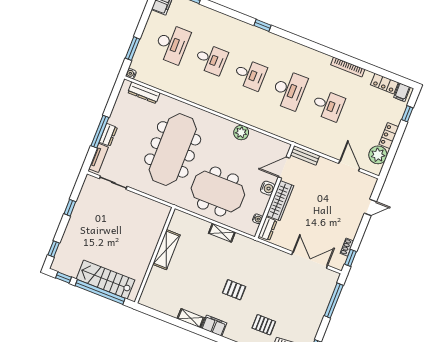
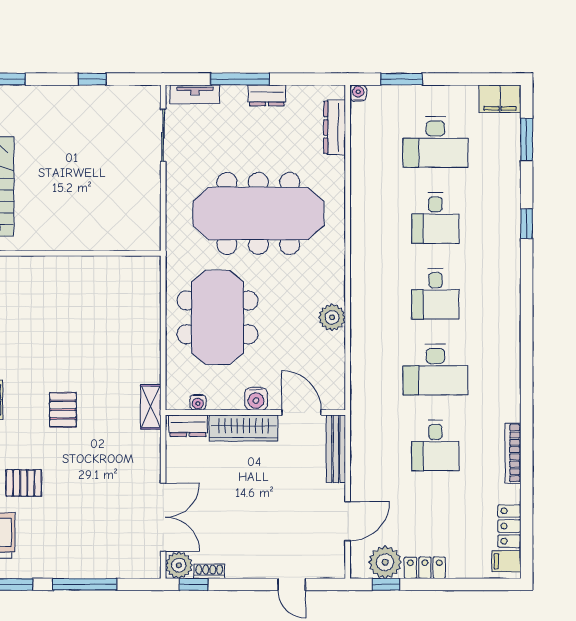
window: (263, 25) -> (527, 224), moved
window: (407, 114) -> (386, 584), moved
dresser: (108, 135) -> (267, 95), moved
bench: (305, 155) -> (336, 449), width x1.36
shelving: (222, 233) -> (151, 407), moved
shelving: (166, 250) -> (86, 269), removed
plant: (338, 262) -> (179, 565), added
window: (334, 301) -> (85, 584), moved
pallet: (264, 325) -> (24, 483), turned 90

